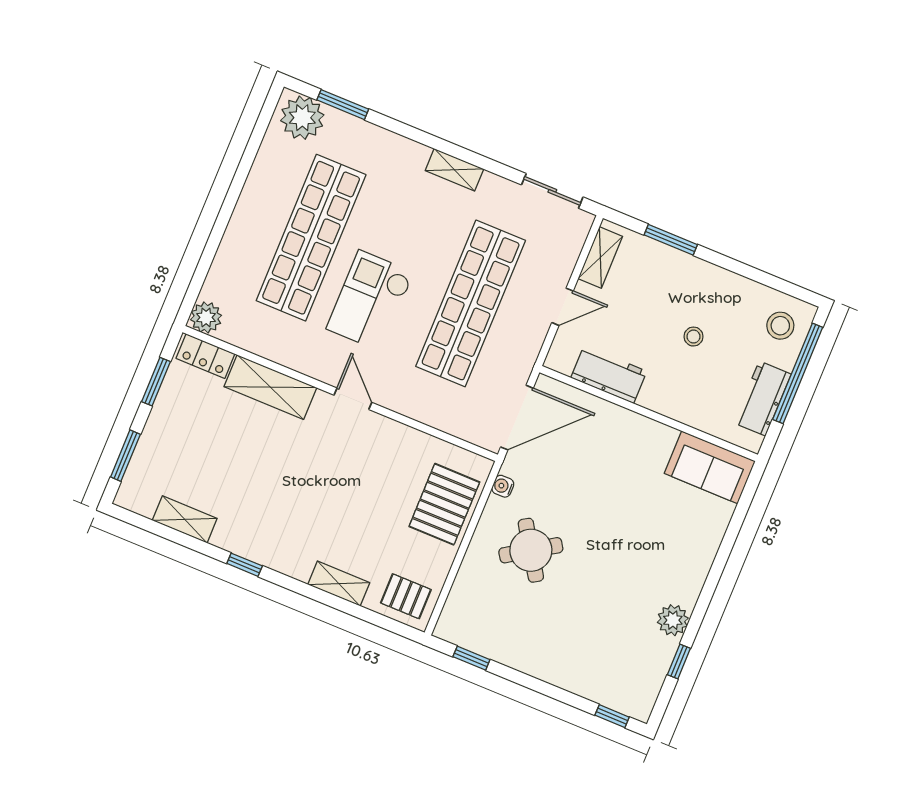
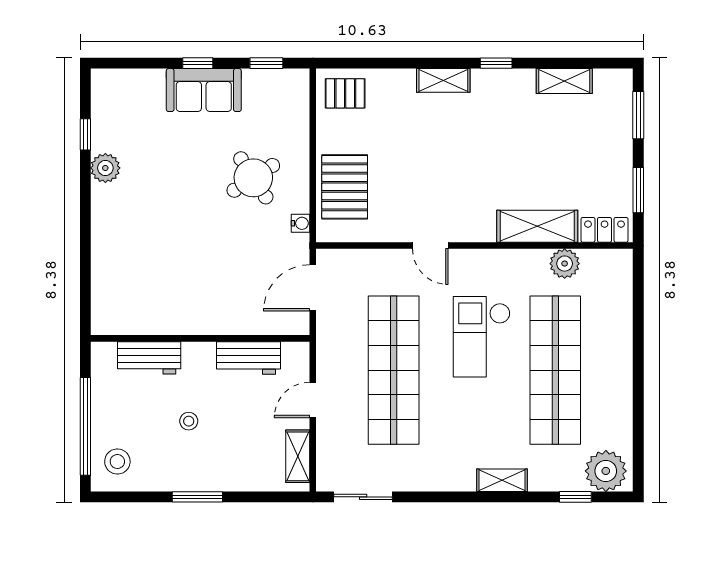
window: (343, 105) -> (575, 497), width x0.67
shelving: (454, 170) -> (502, 480), moved
window: (671, 240) -> (197, 497), moved
checkout: (370, 301) -> (482, 337), turned 180
plant: (206, 317) -> (565, 264), moved
door: (353, 399) -> (430, 246), moved
workbench: (762, 399) -> (149, 358), moved, turned 90
door: (517, 418) -> (313, 288), width x0.73
sofa: (710, 467) -> (204, 90), moved, turned 180
shelving: (339, 584) -> (443, 80), moved
window: (612, 716) -> (198, 63), moved

